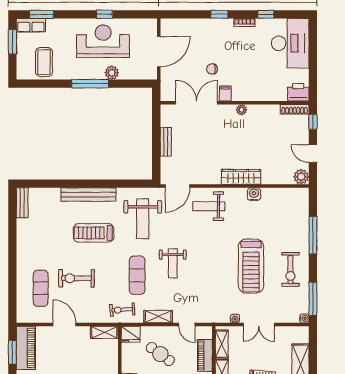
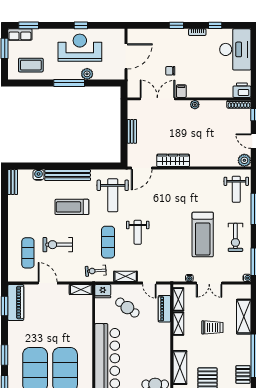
coffee table: (44, 62) -> (31, 65), turned 90
wardrobe: (241, 177) -> (173, 160), moved
water cooler: (254, 194) -> (39, 175), moved
weight bench: (209, 206) -> (236, 189), moved, turned -90

